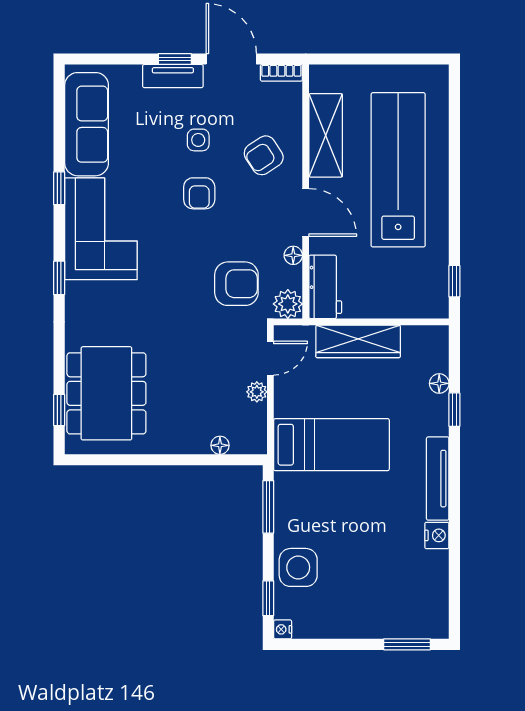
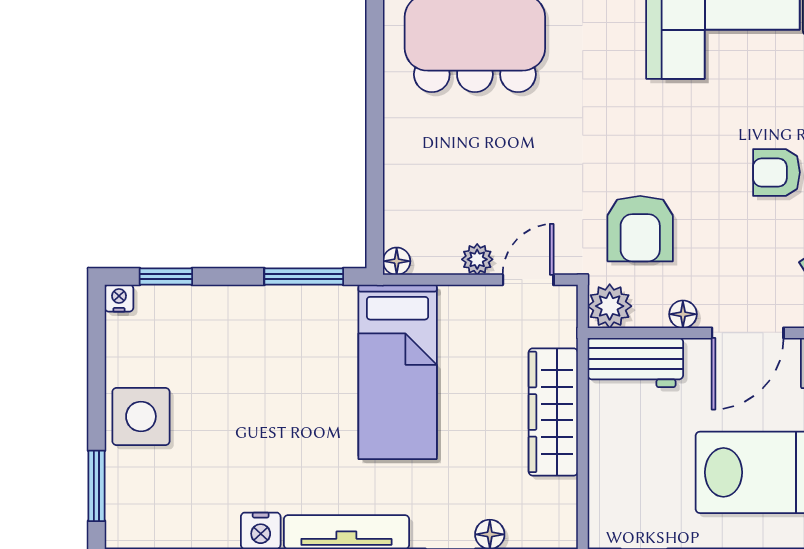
door: (270, 358) -> (528, 280), swing flipped
floor lamp: (220, 445) -> (397, 261), moved
side table: (298, 567) -> (141, 416), moved

